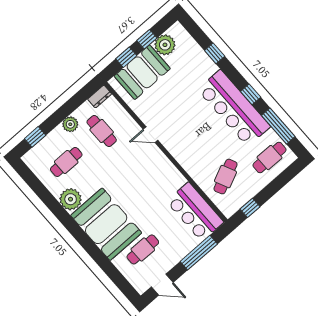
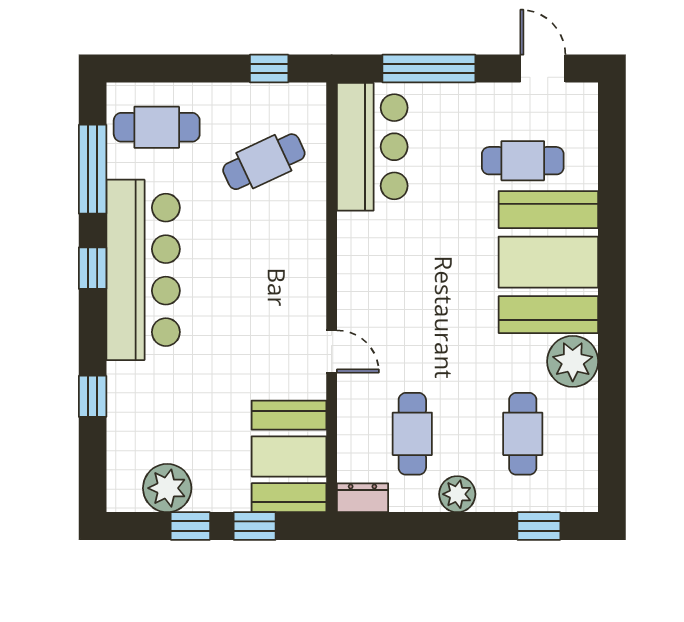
booth: (142, 72) -> (289, 456), moved, turned 90
cafe table: (66, 162) -> (523, 434), turned 90

